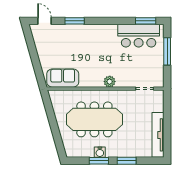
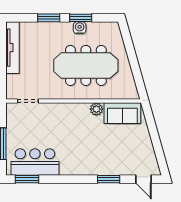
plant: (110, 82) -> (96, 109), moved

